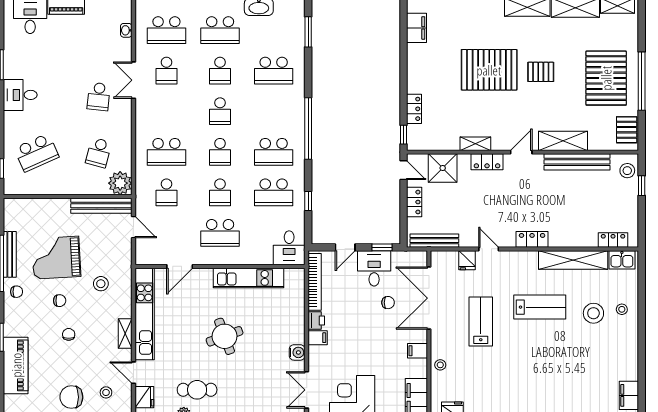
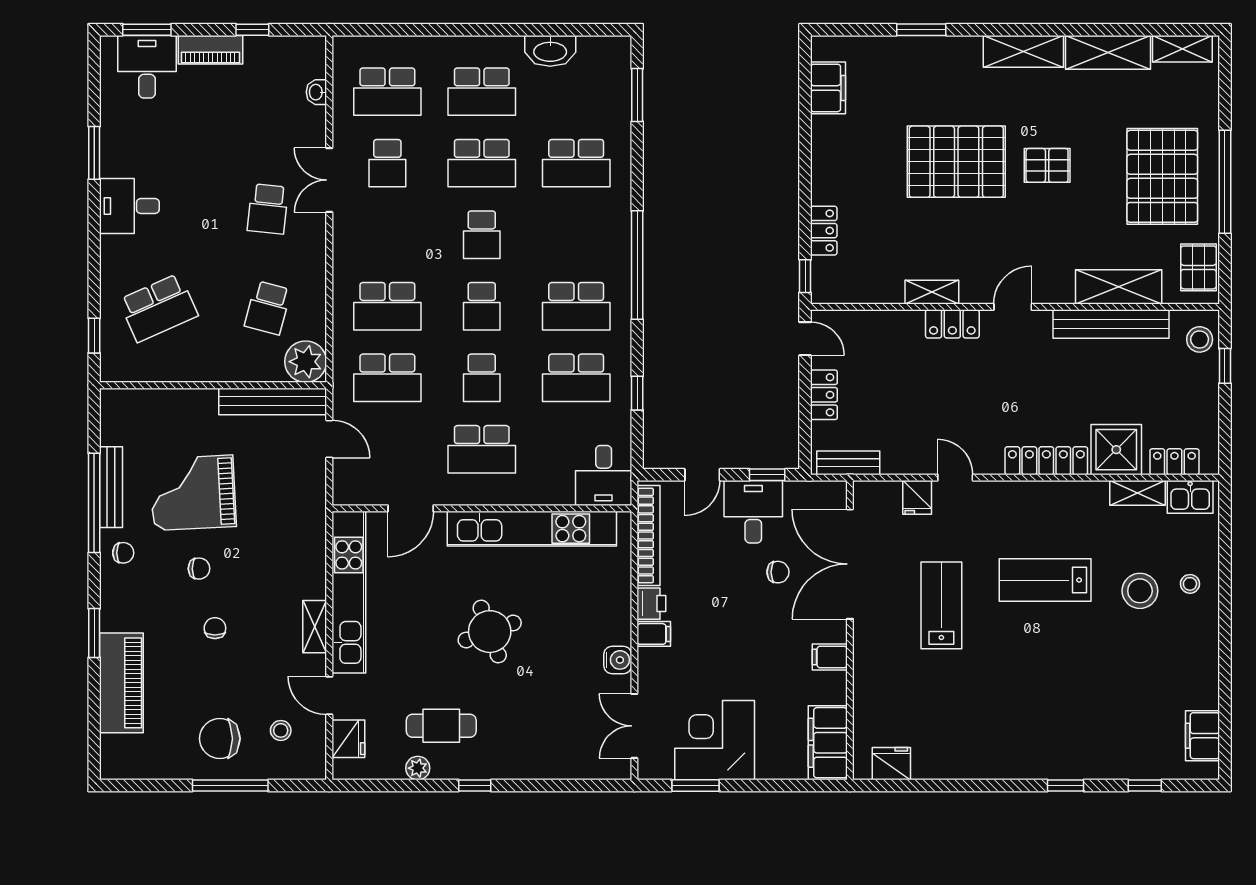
school desk: (220, 71) -> (482, 163), width x1.85
shelving: (563, 141) -> (1119, 287), moved
shower: (443, 168) -> (1116, 450), moved
school desk: (166, 192) -> (387, 378), width x1.85
locker: (532, 239) -> (1046, 461), width x1.53
bench: (434, 241) -> (848, 463), width x0.73
shelving: (573, 260) -> (1138, 493), width x0.45, depth x0.75
kitchen unit: (249, 278) -> (532, 529), width x1.36
stool: (101, 284) -> (272, 539), removed
lab bench: (540, 307) -> (1045, 580), turned 180
stool: (440, 365) -> (870, 682), removed

